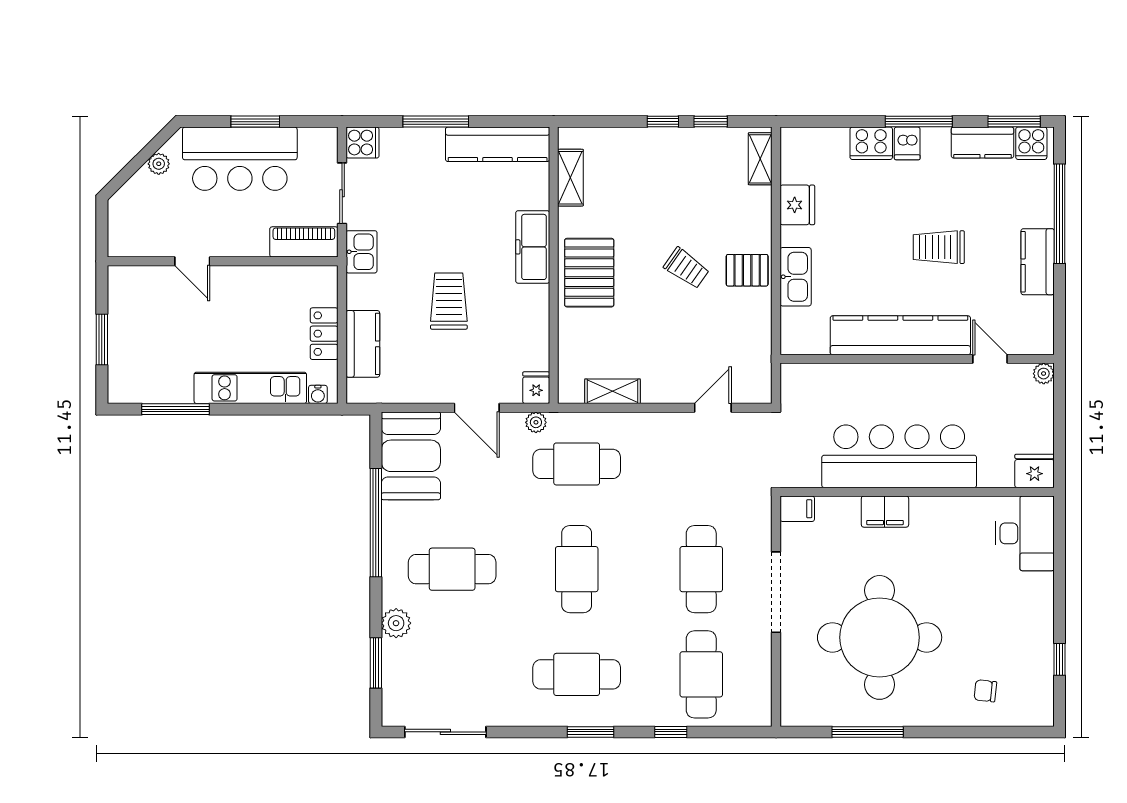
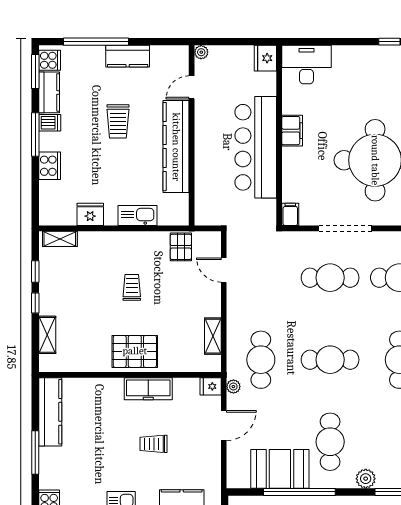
dishwasher: (907, 143) -> (50, 123), moved
shelving: (570, 178) -> (47, 335), moved, turned 90
freezer: (533, 247) -> (148, 389), moved
trolley: (686, 268) -> (132, 287), turned -35
pallet: (747, 270) -> (181, 247), moved
trolley: (449, 301) -> (154, 444), width x0.73, depth x0.72
booth: (411, 456) -> (280, 469), moved
filing cabinet: (885, 512) -> (292, 131), moved

